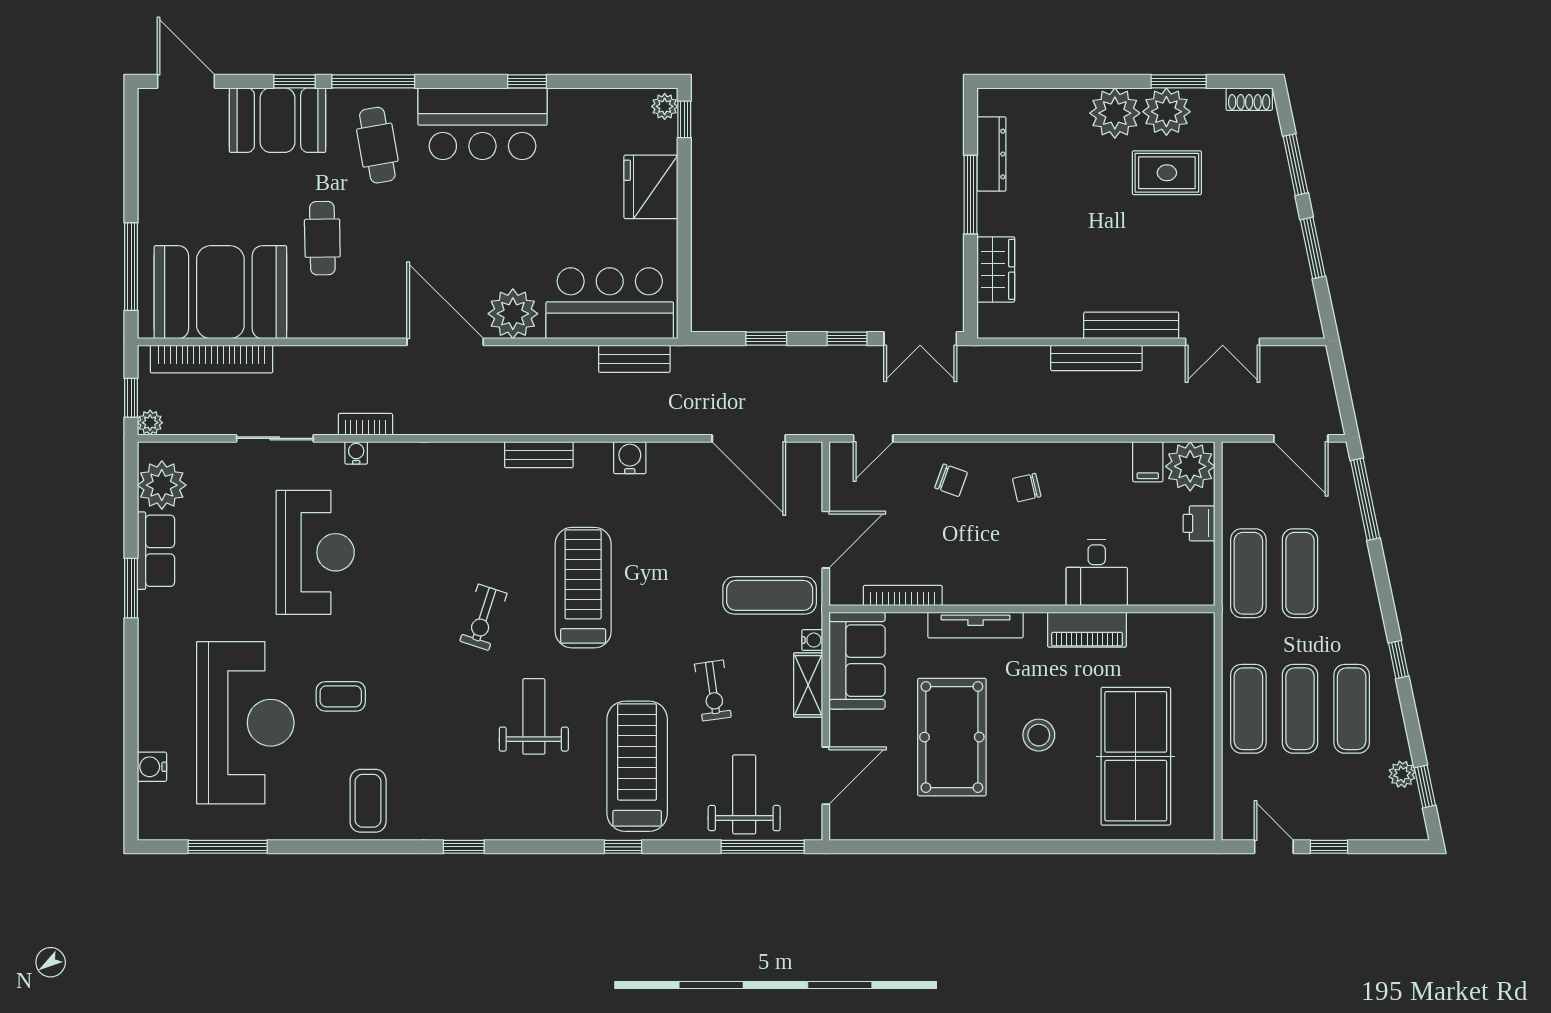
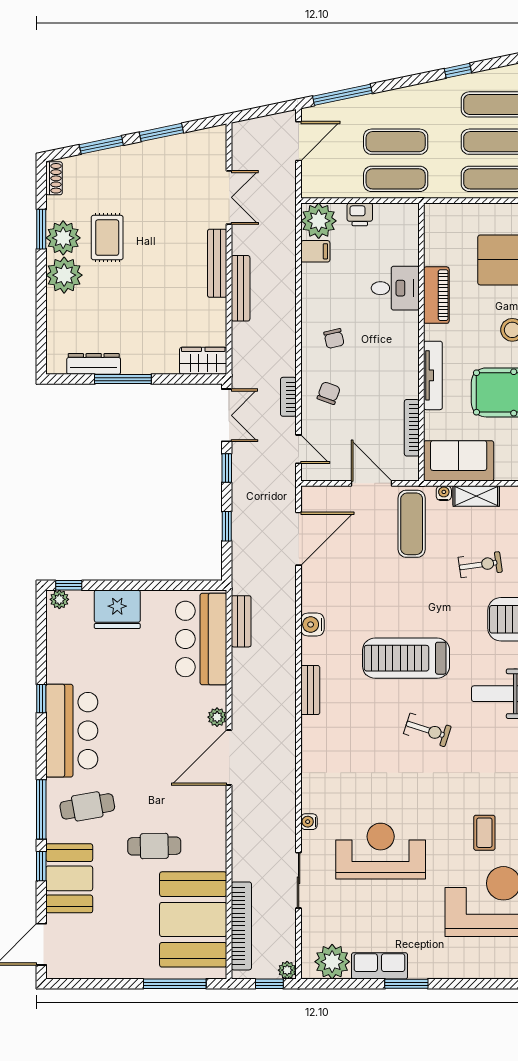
wardrobe: (996, 269) -> (203, 361), moved
plant: (513, 314) -> (217, 717), width x0.53, depth x0.53
bookcase: (365, 424) -> (288, 397), moved

